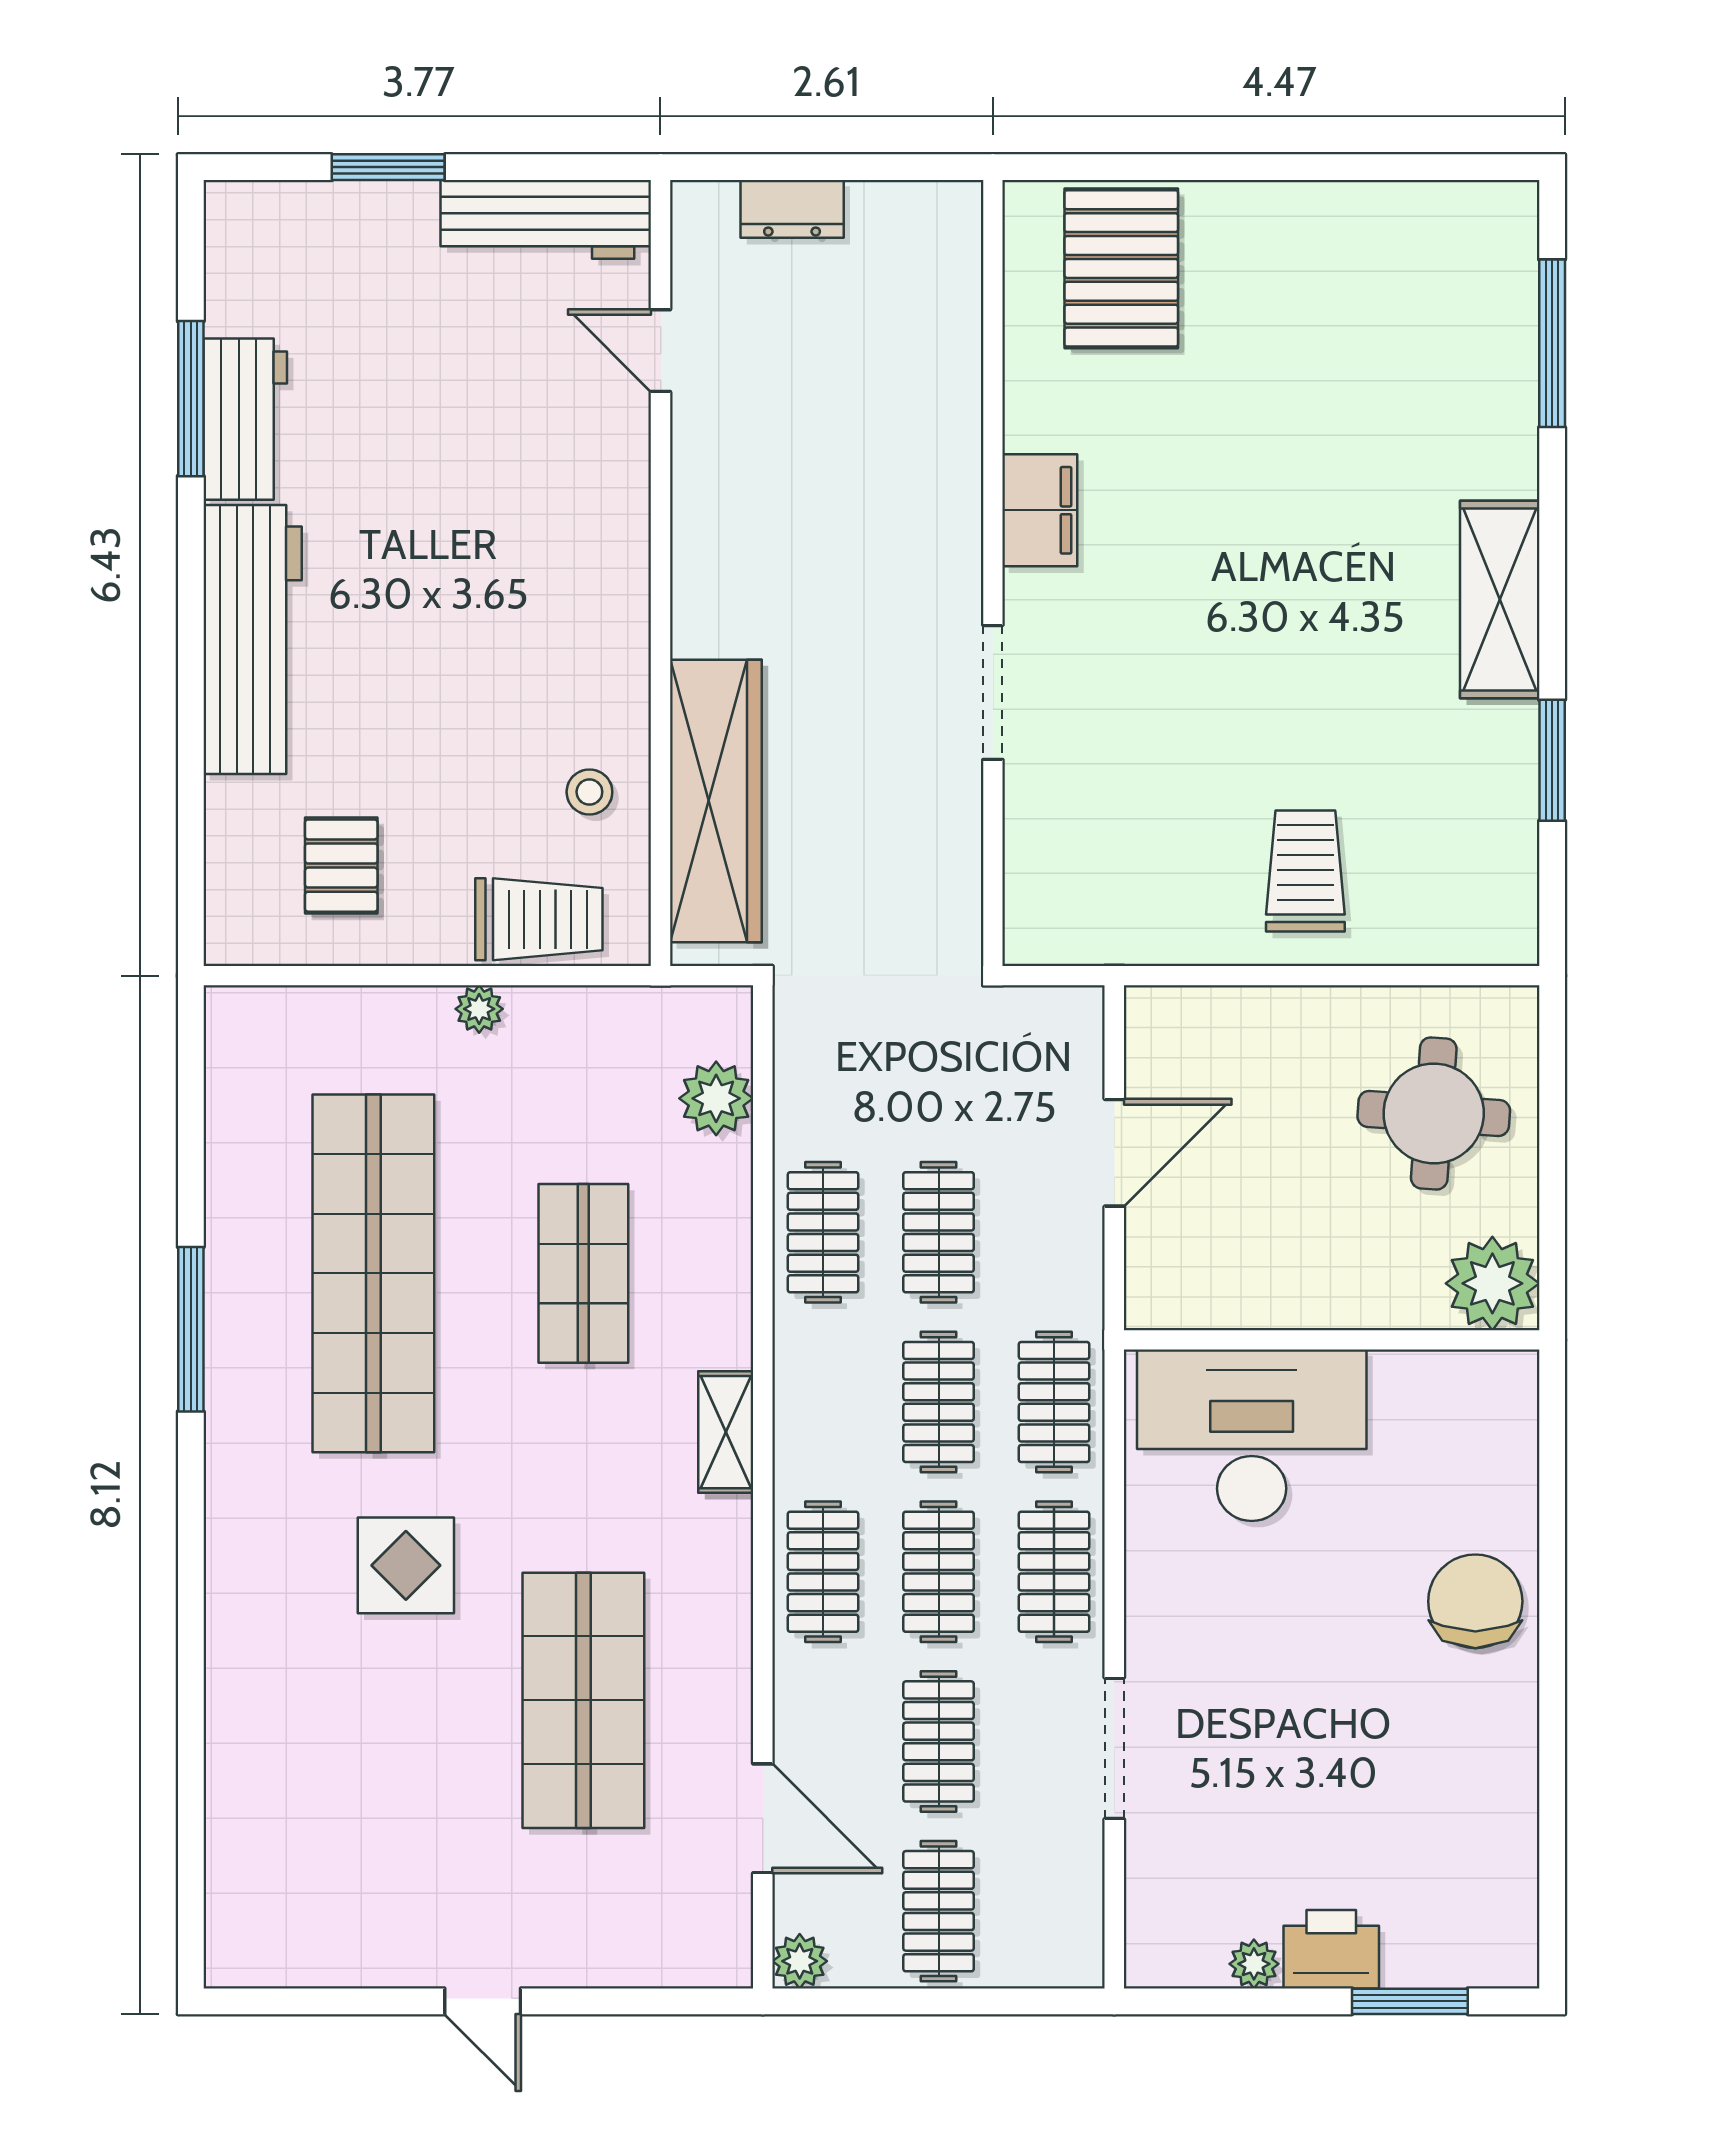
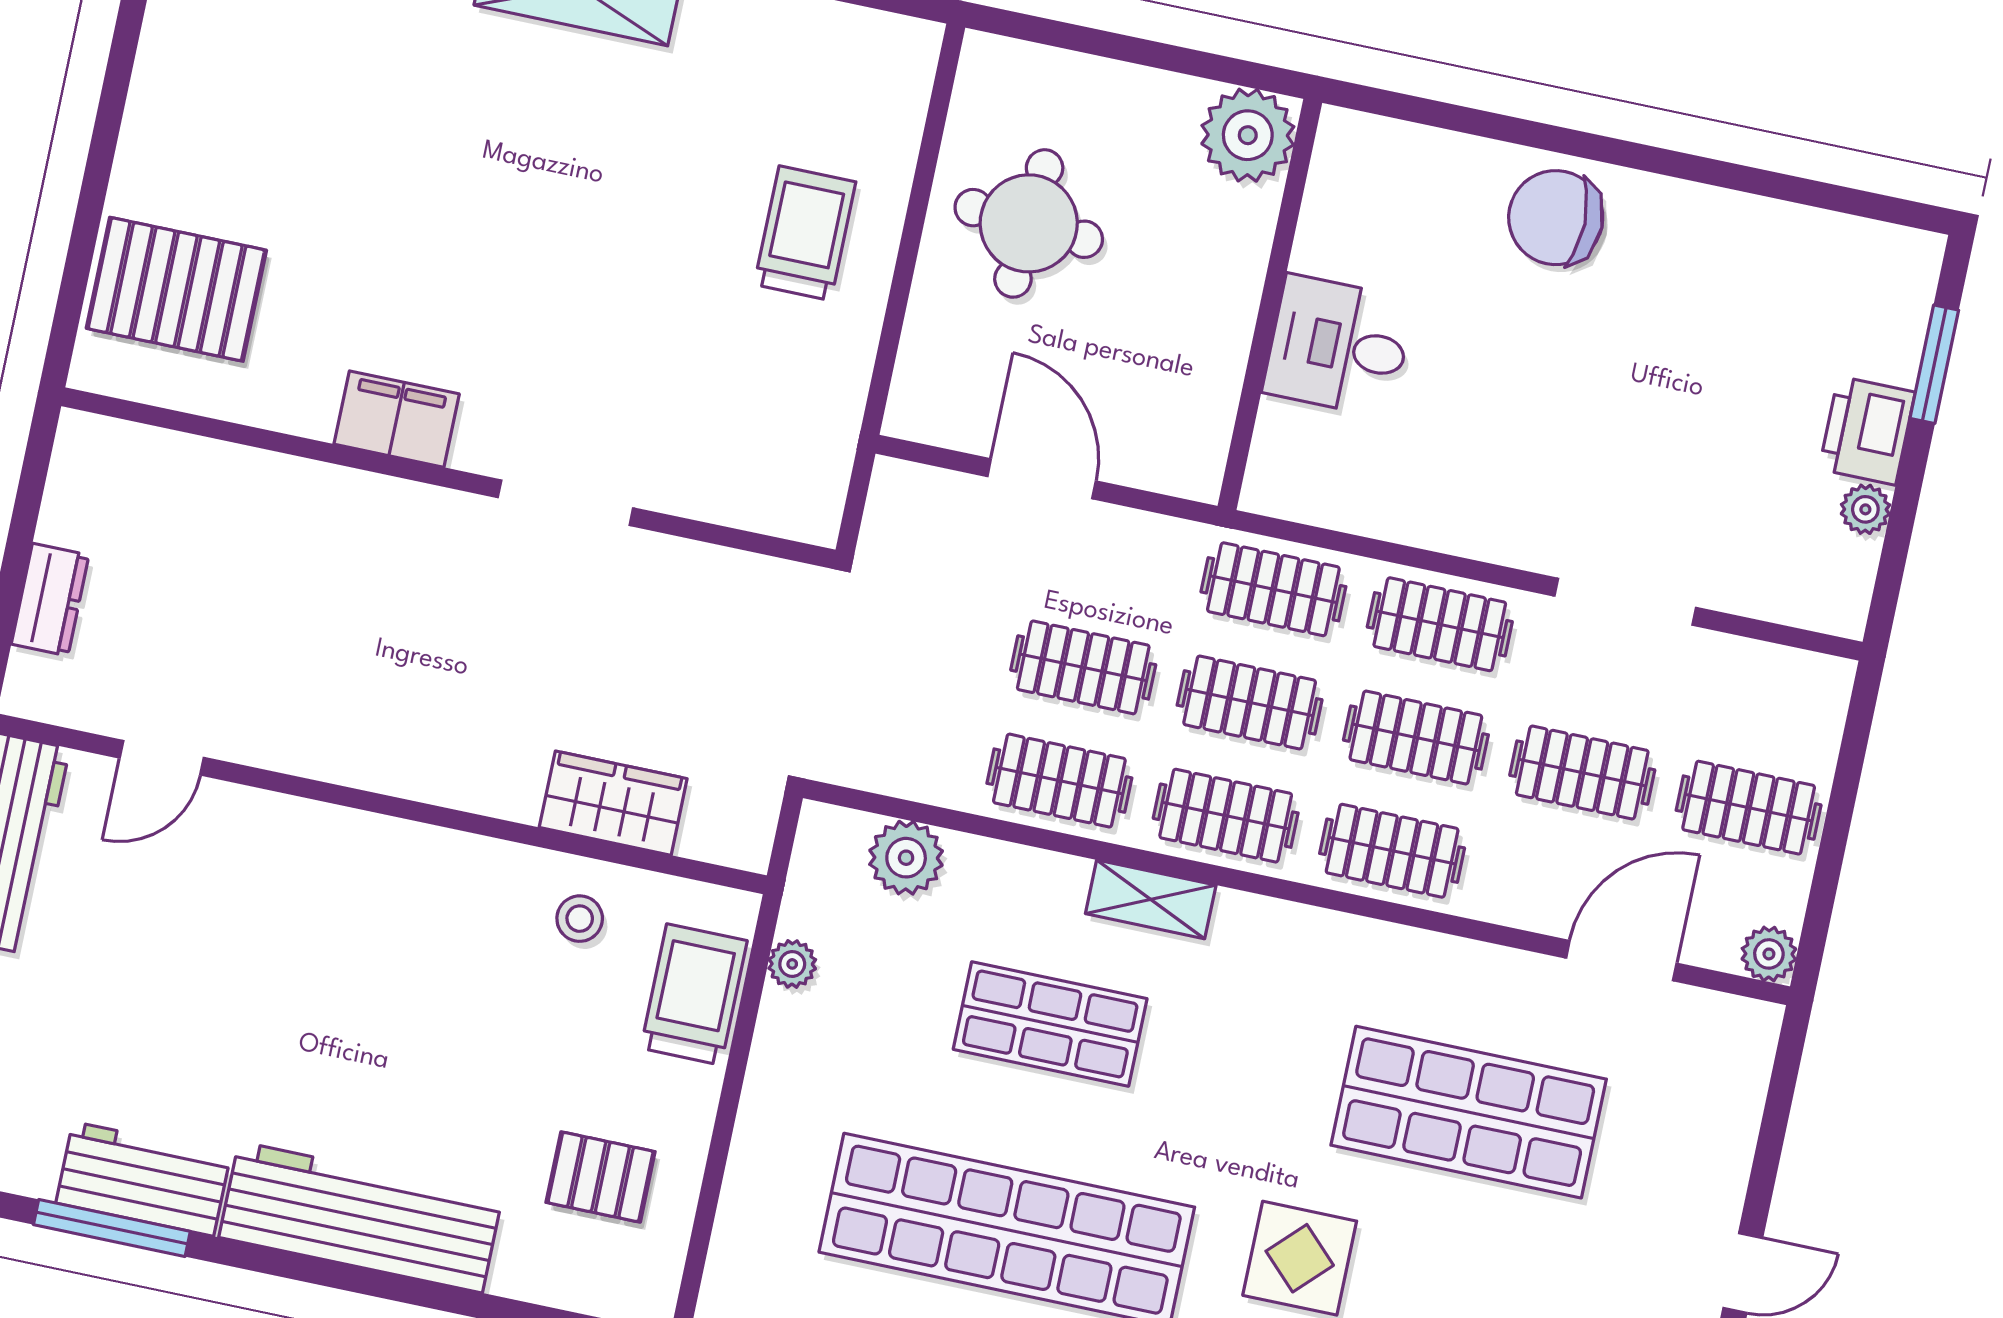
wardrobe: (716, 801) -> (613, 803), width x0.48, depth x0.85
trolley: (1305, 871) -> (805, 233), turned 90
plant: (479, 1009) -> (792, 964), moved
round table: (1434, 1113) -> (1029, 223), moved
clothes rail: (823, 1402) -> (1226, 816), added
shelving: (726, 1432) -> (1151, 899), moved
desk: (1252, 1435) -> (1338, 346), width x0.53, depth x0.77

